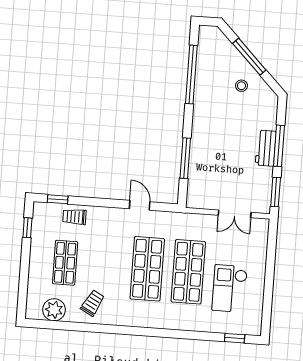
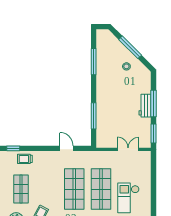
window: (191, 74) -> (94, 62), width x0.68
double door: (235, 214) -> (128, 149), swing flipped

